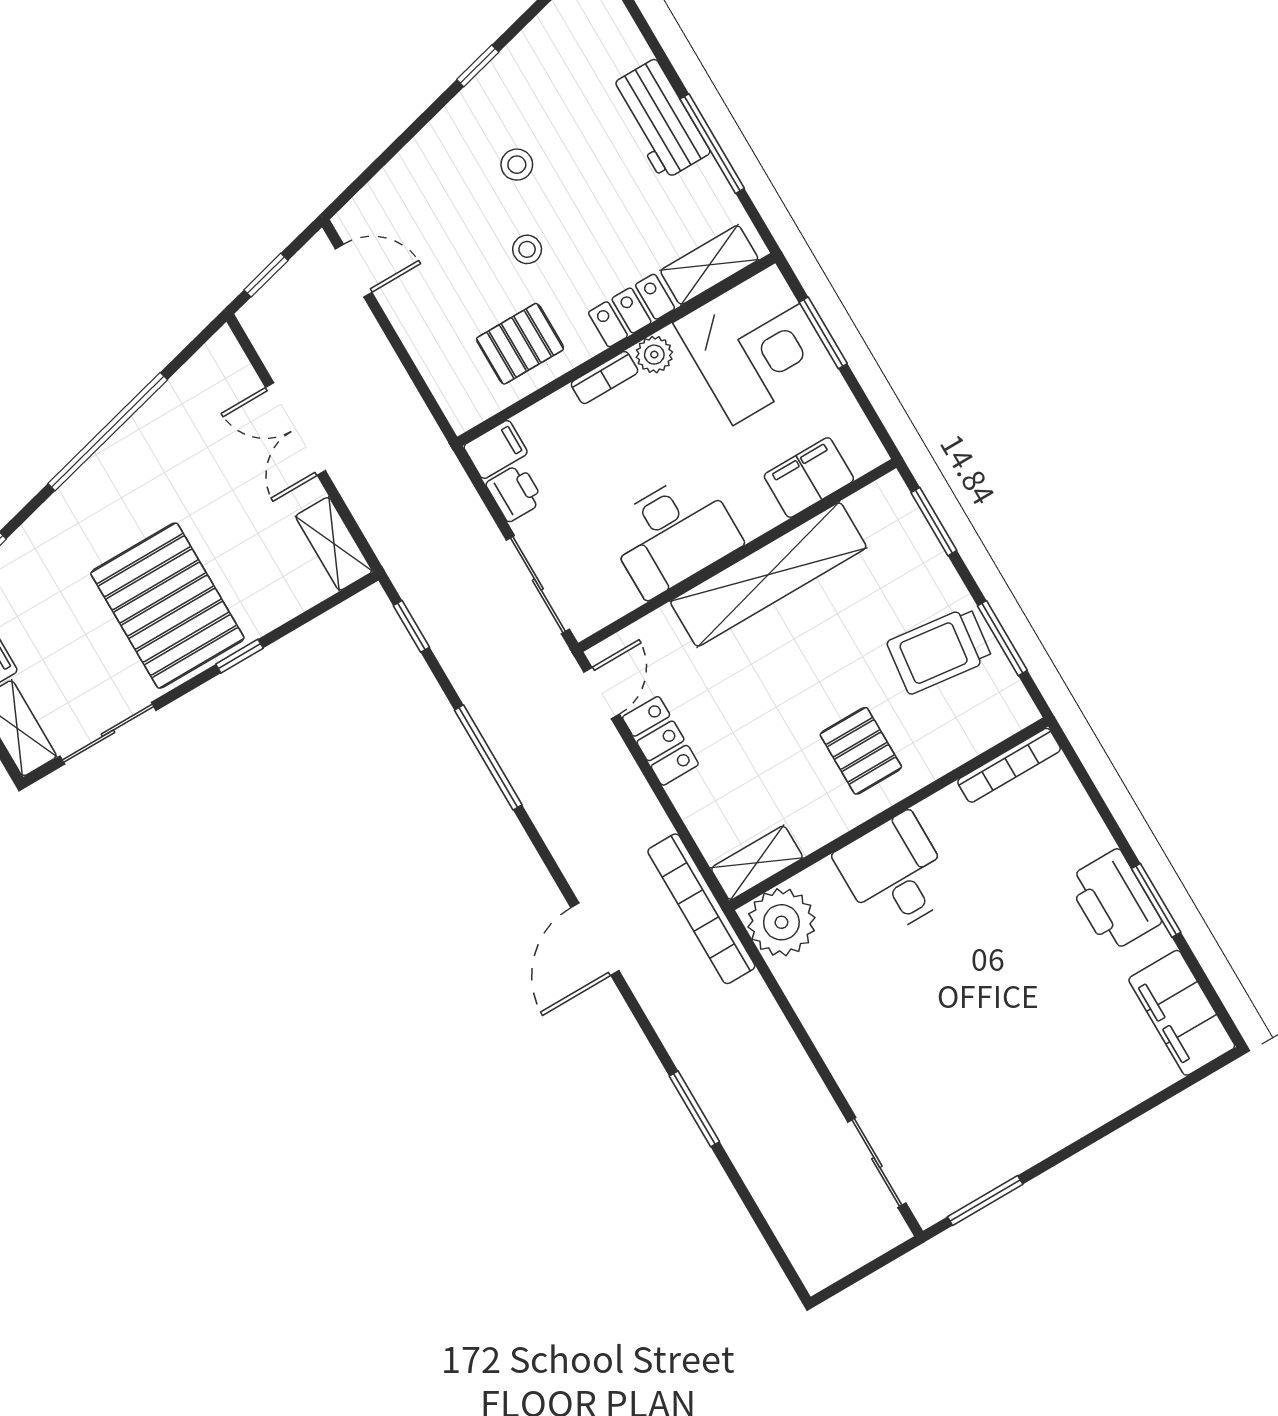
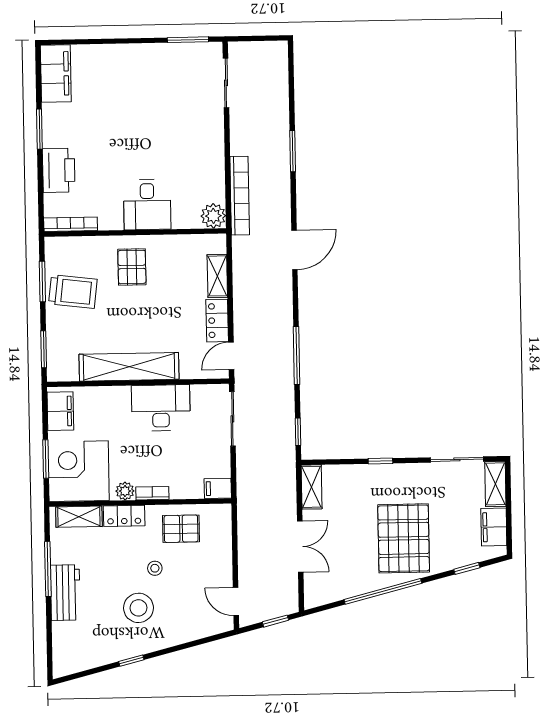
stool: (517, 165) -> (138, 608), width x1.89, depth x1.89
filing cabinet: (809, 478) -> (60, 411), moved, turned -90
printer: (515, 493) -> (220, 465), removed
pallet: (167, 606) -> (404, 538), moved
shelving: (757, 863) -> (217, 276), moved, turned 90
printer: (1114, 901) -> (59, 170), moved
bookcase: (701, 909) -> (240, 196), moved
plant: (781, 922) -> (213, 216), width x0.73, depth x0.73

